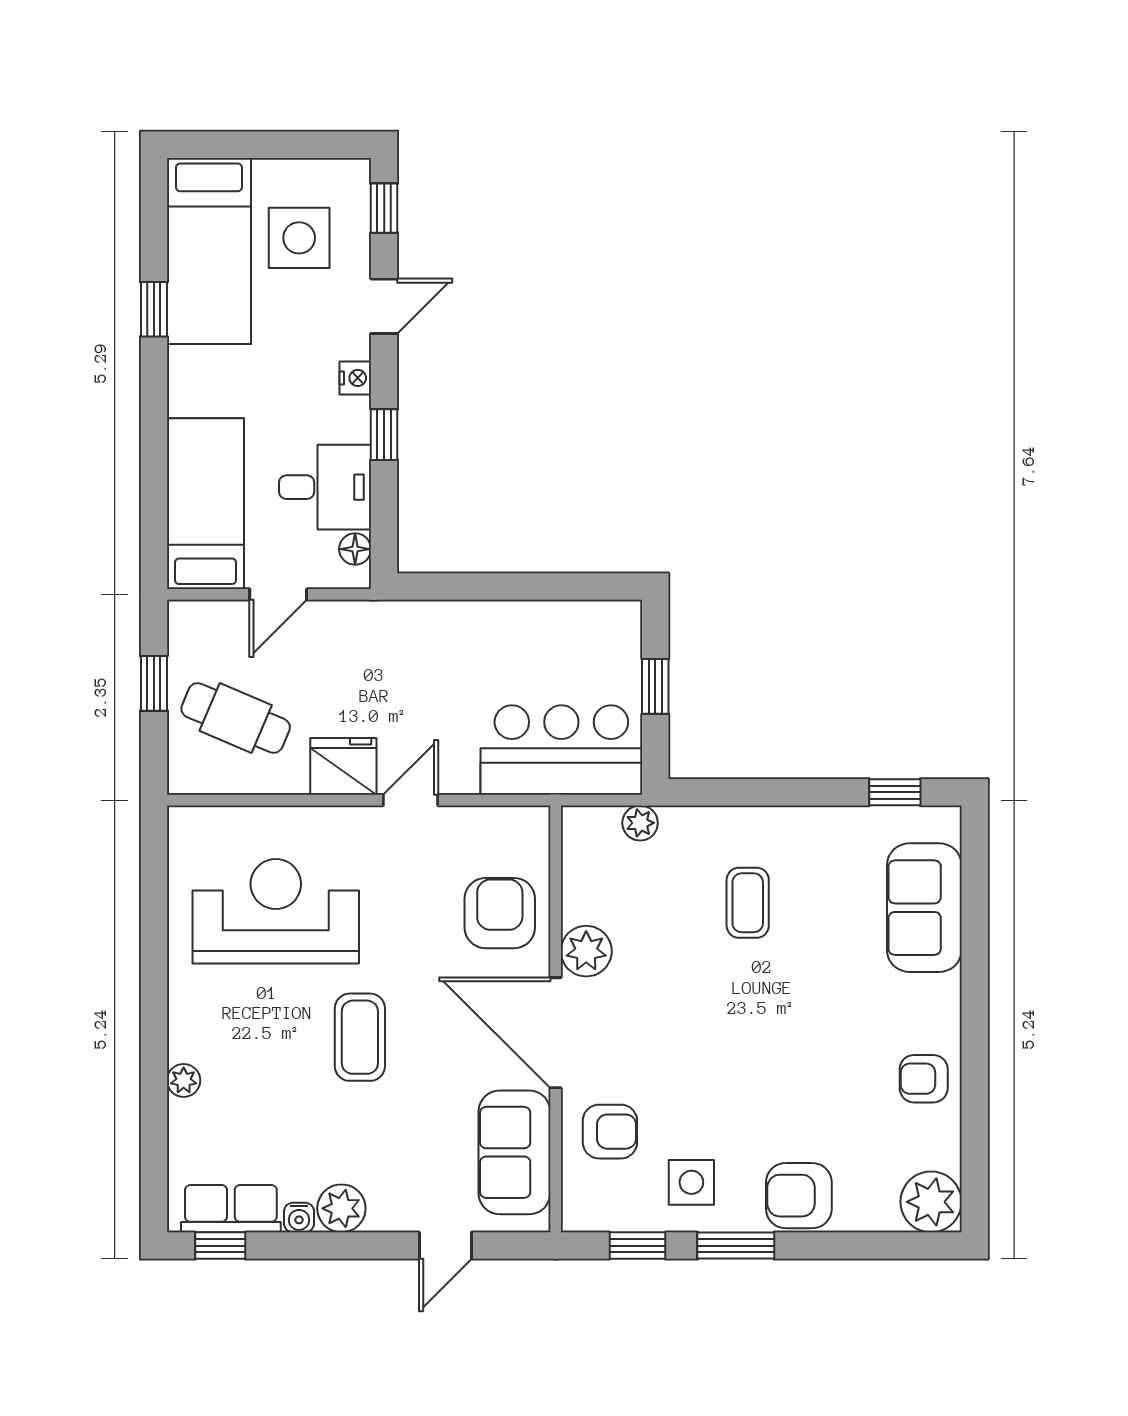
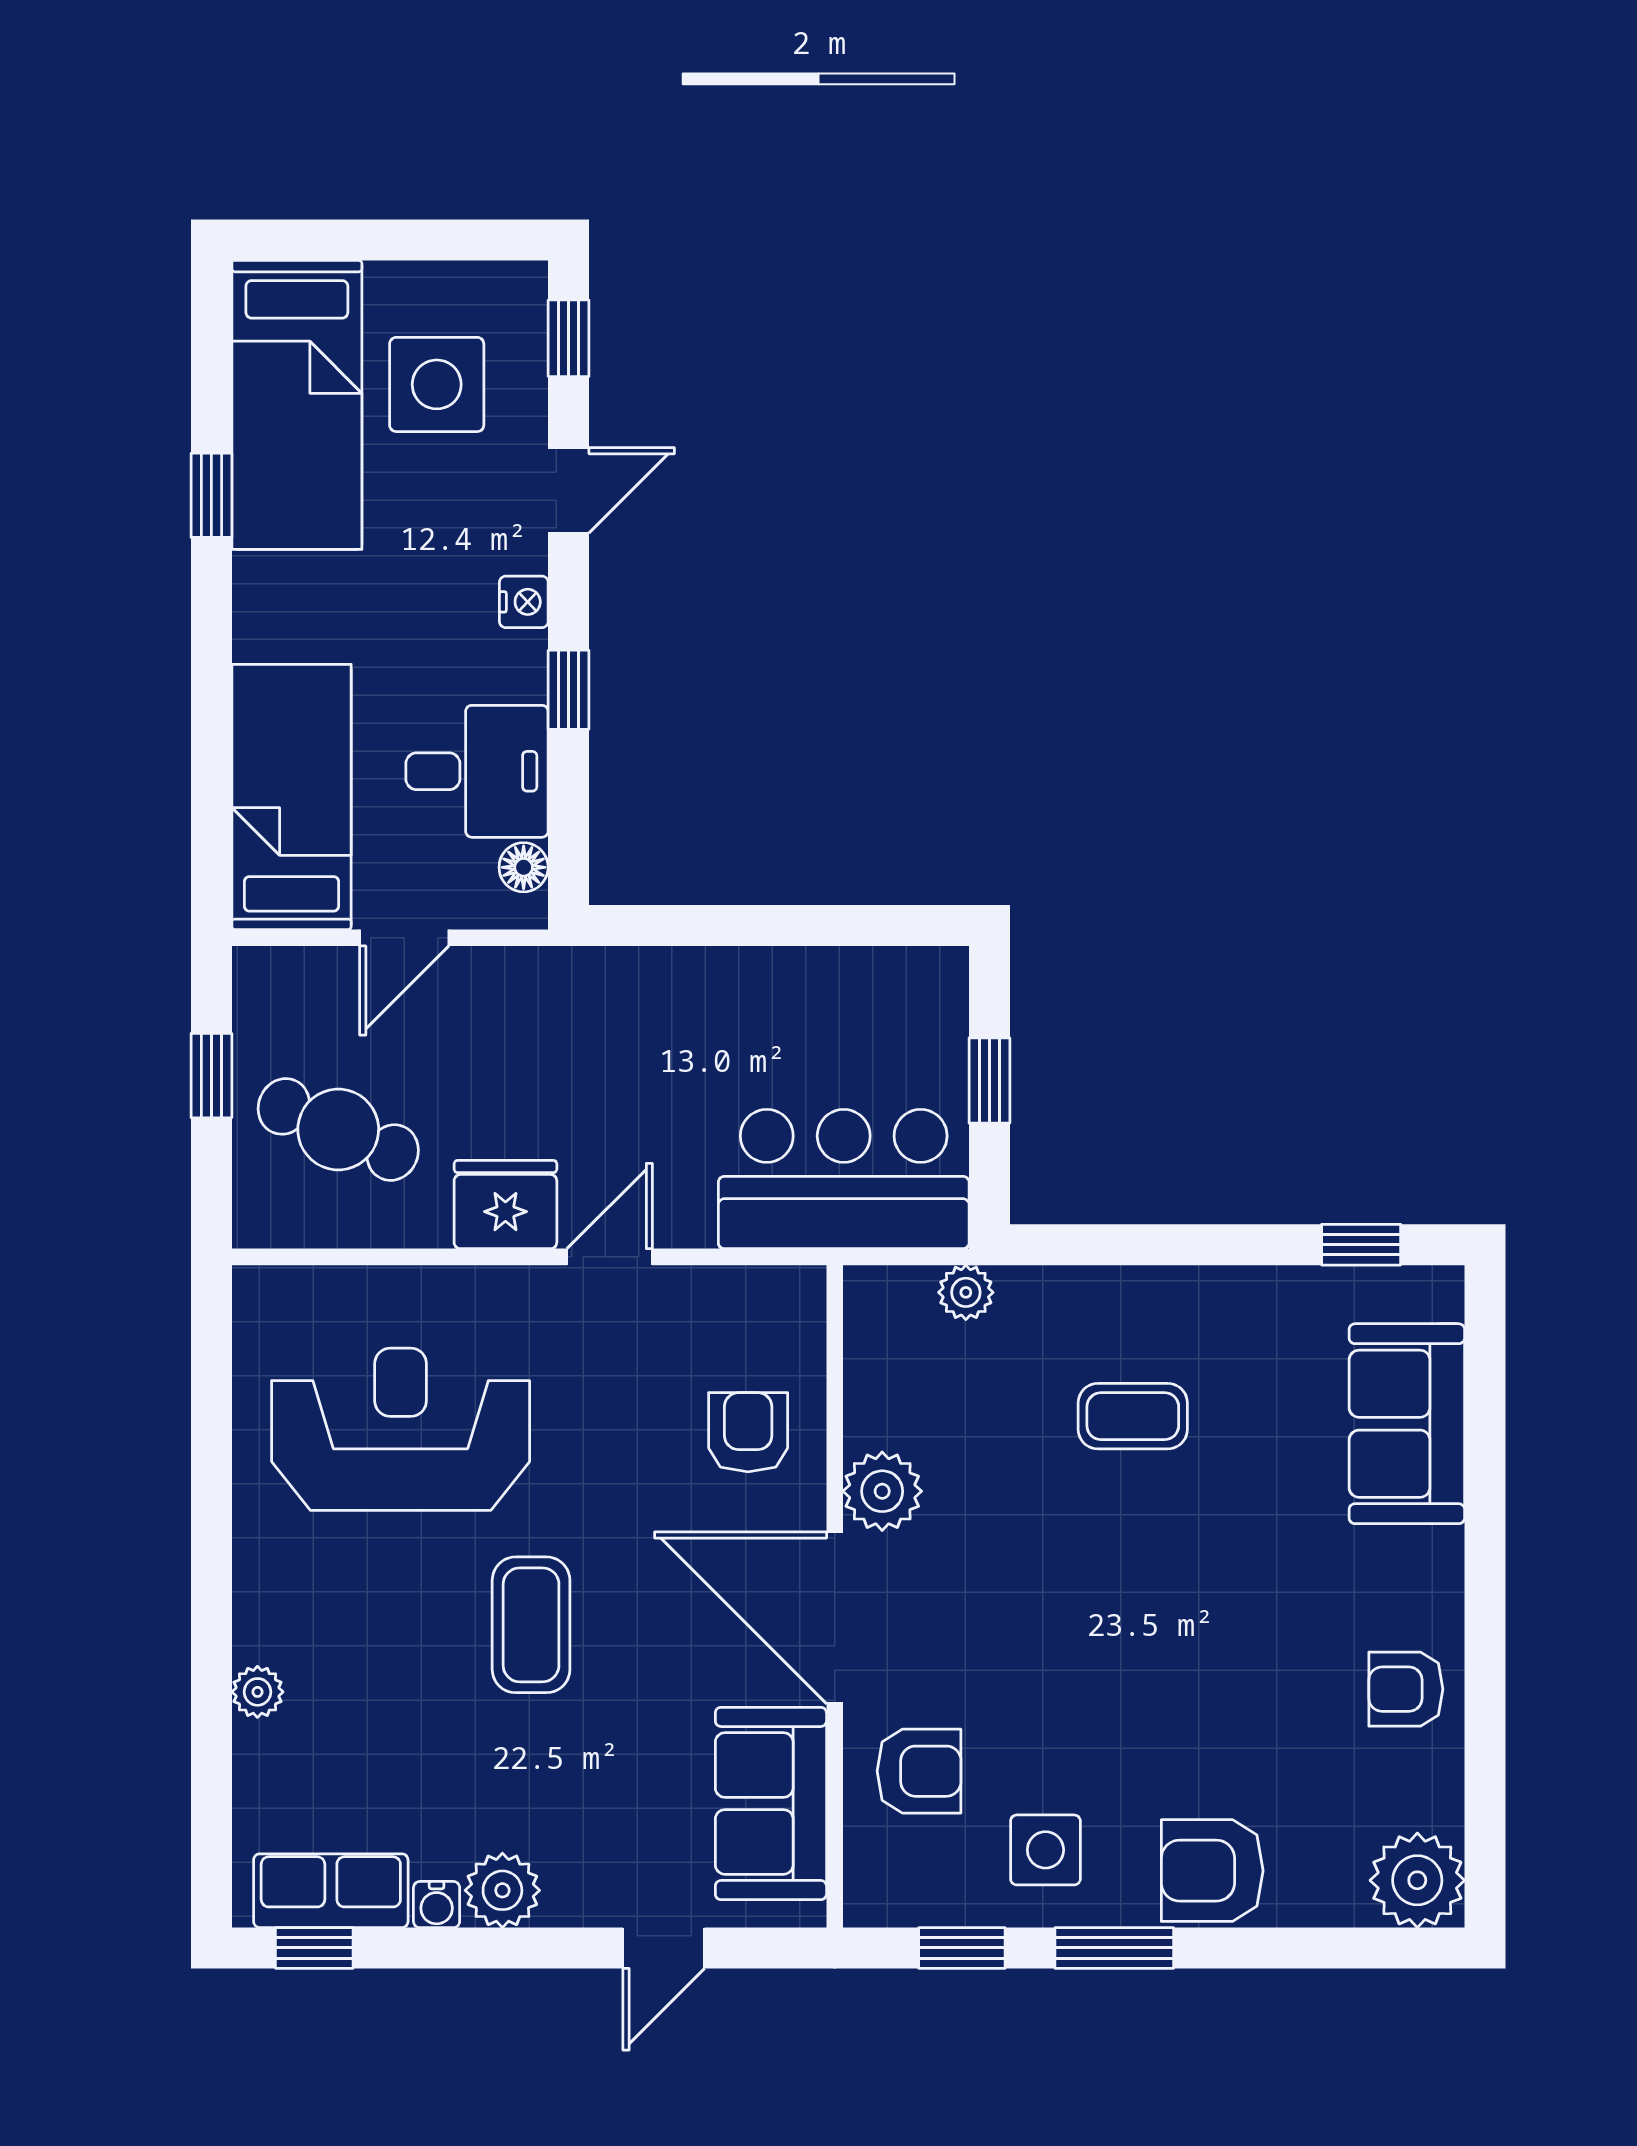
coffee table: (748, 903) -> (1133, 1416), turned 90
armchair: (500, 913) -> (748, 1432), width x0.72, depth x0.72

